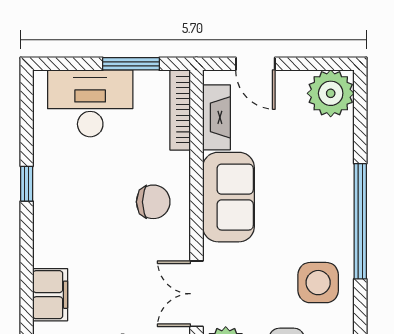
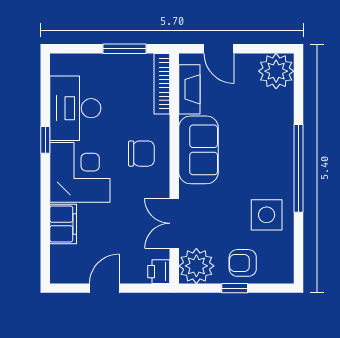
desk: (90, 103) -> (75, 108), moved, turned -90
corner desk: (72, 227) -> (80, 172), added

